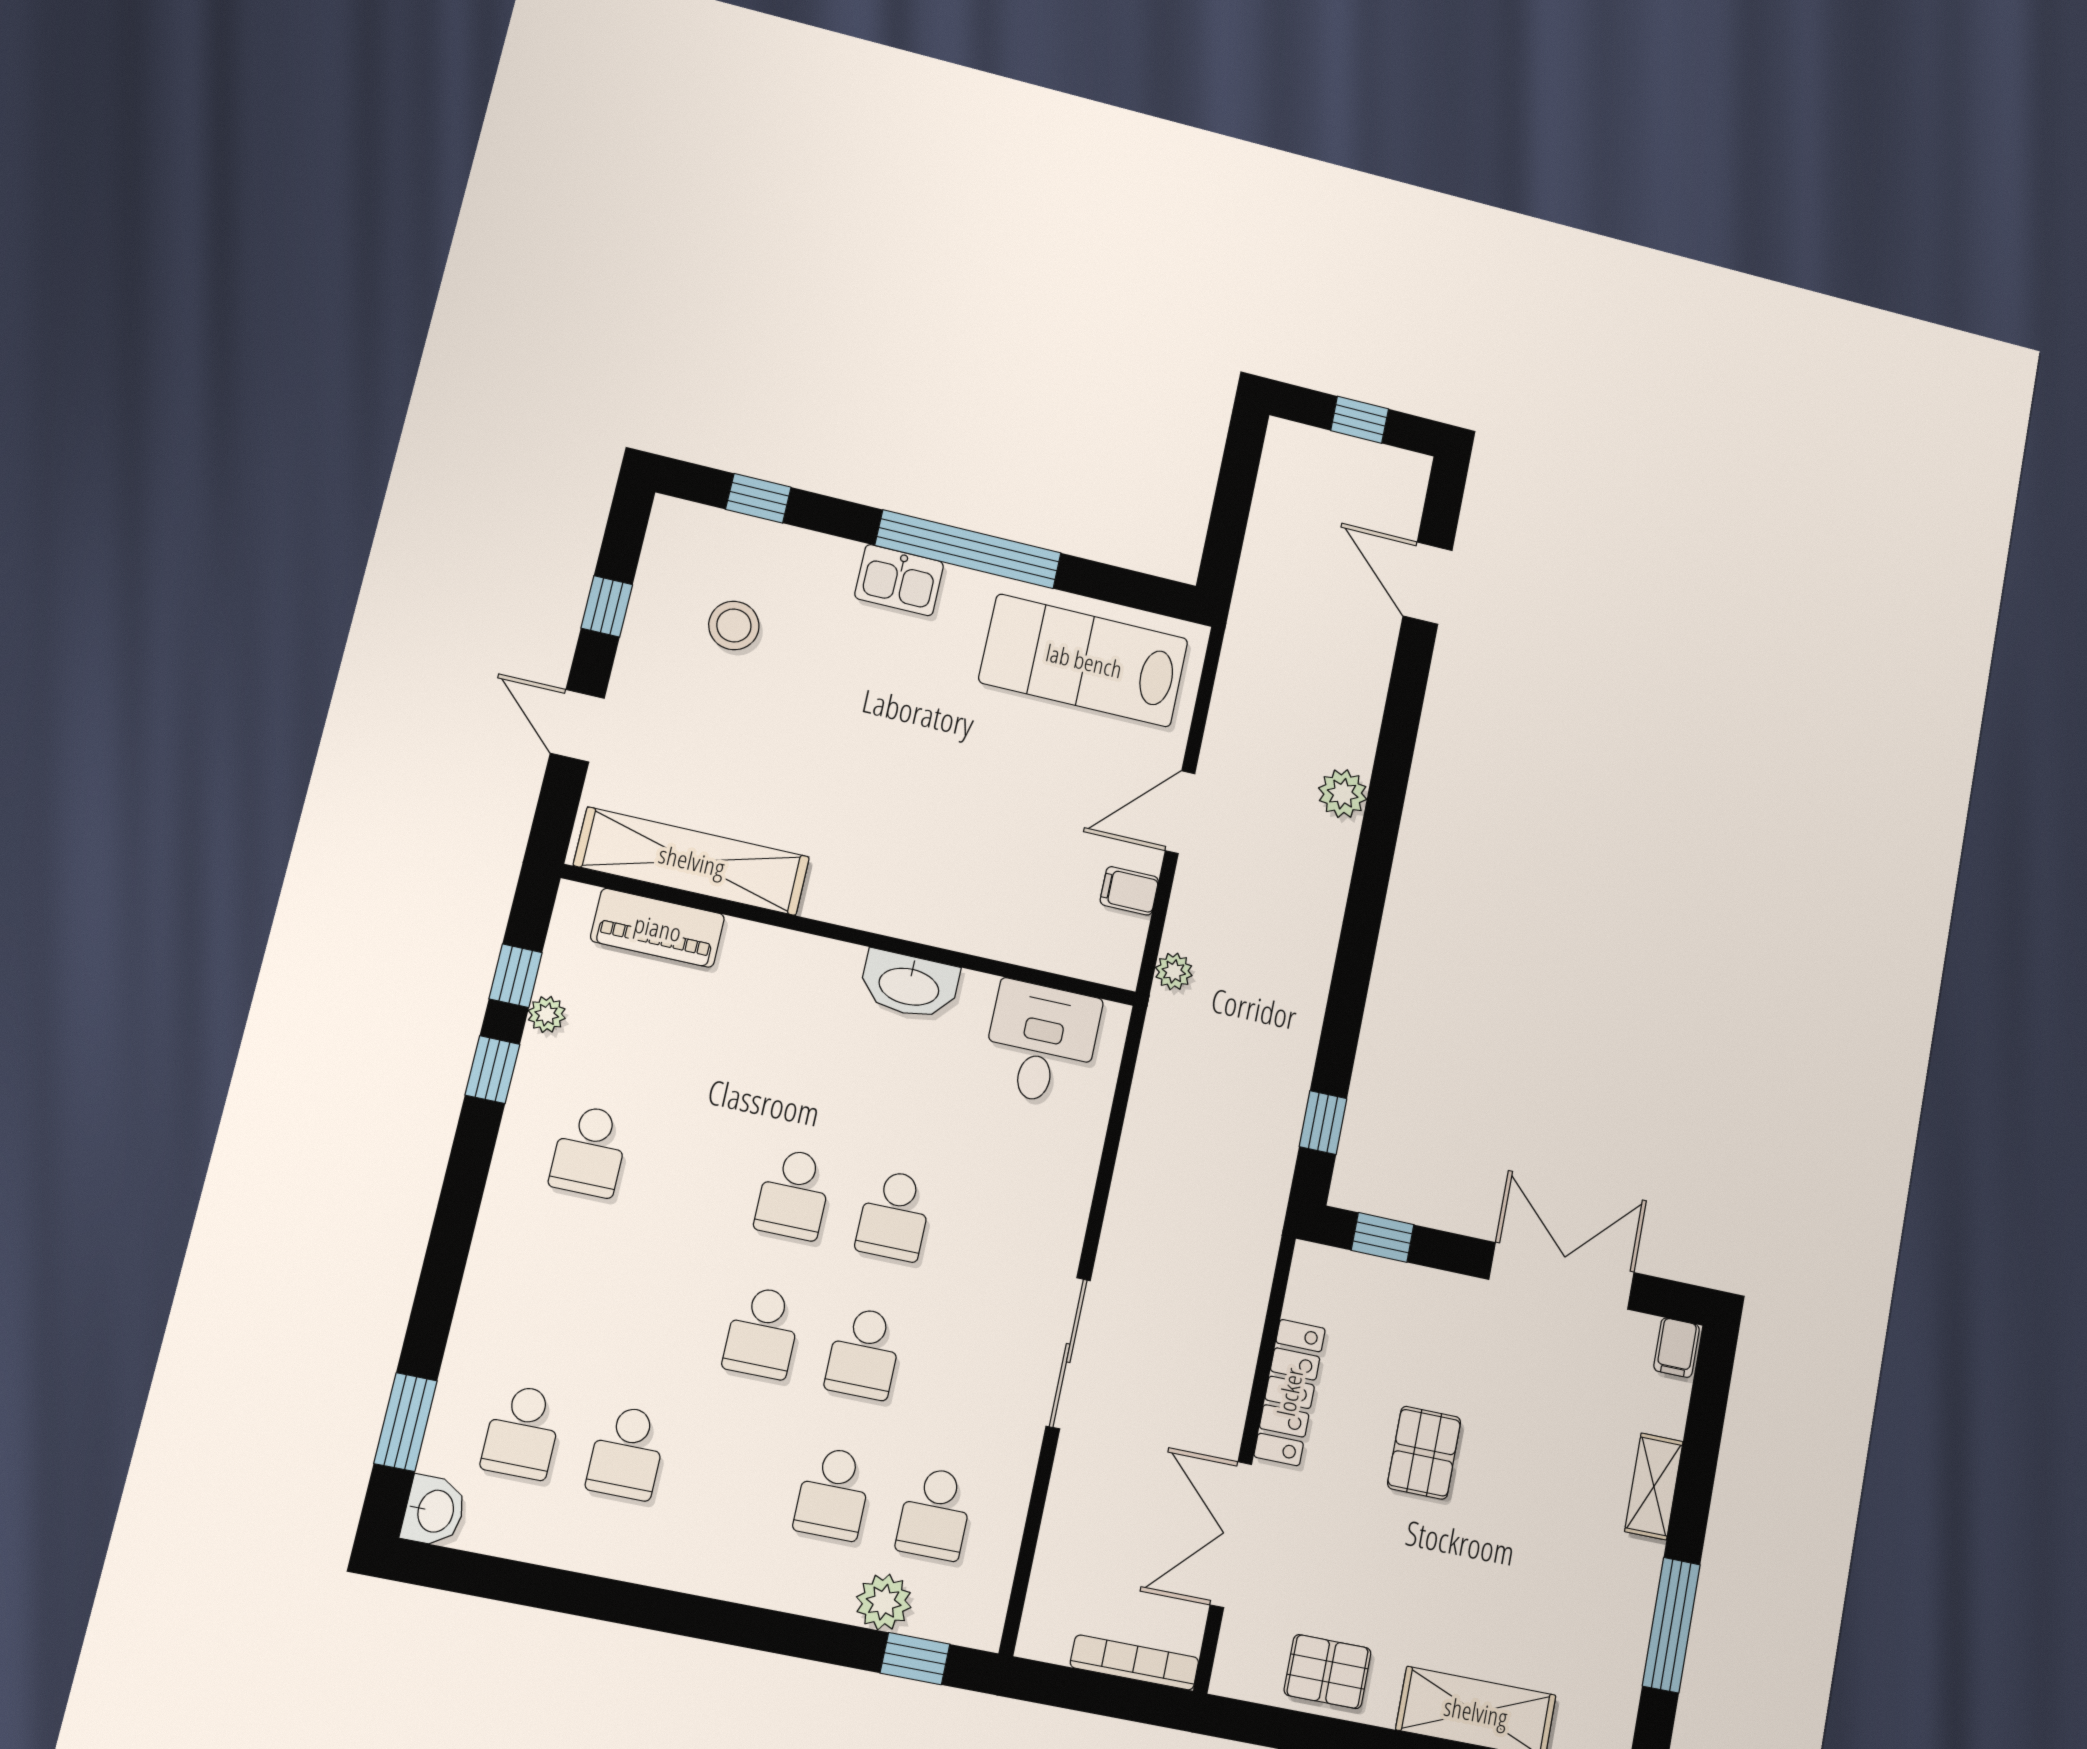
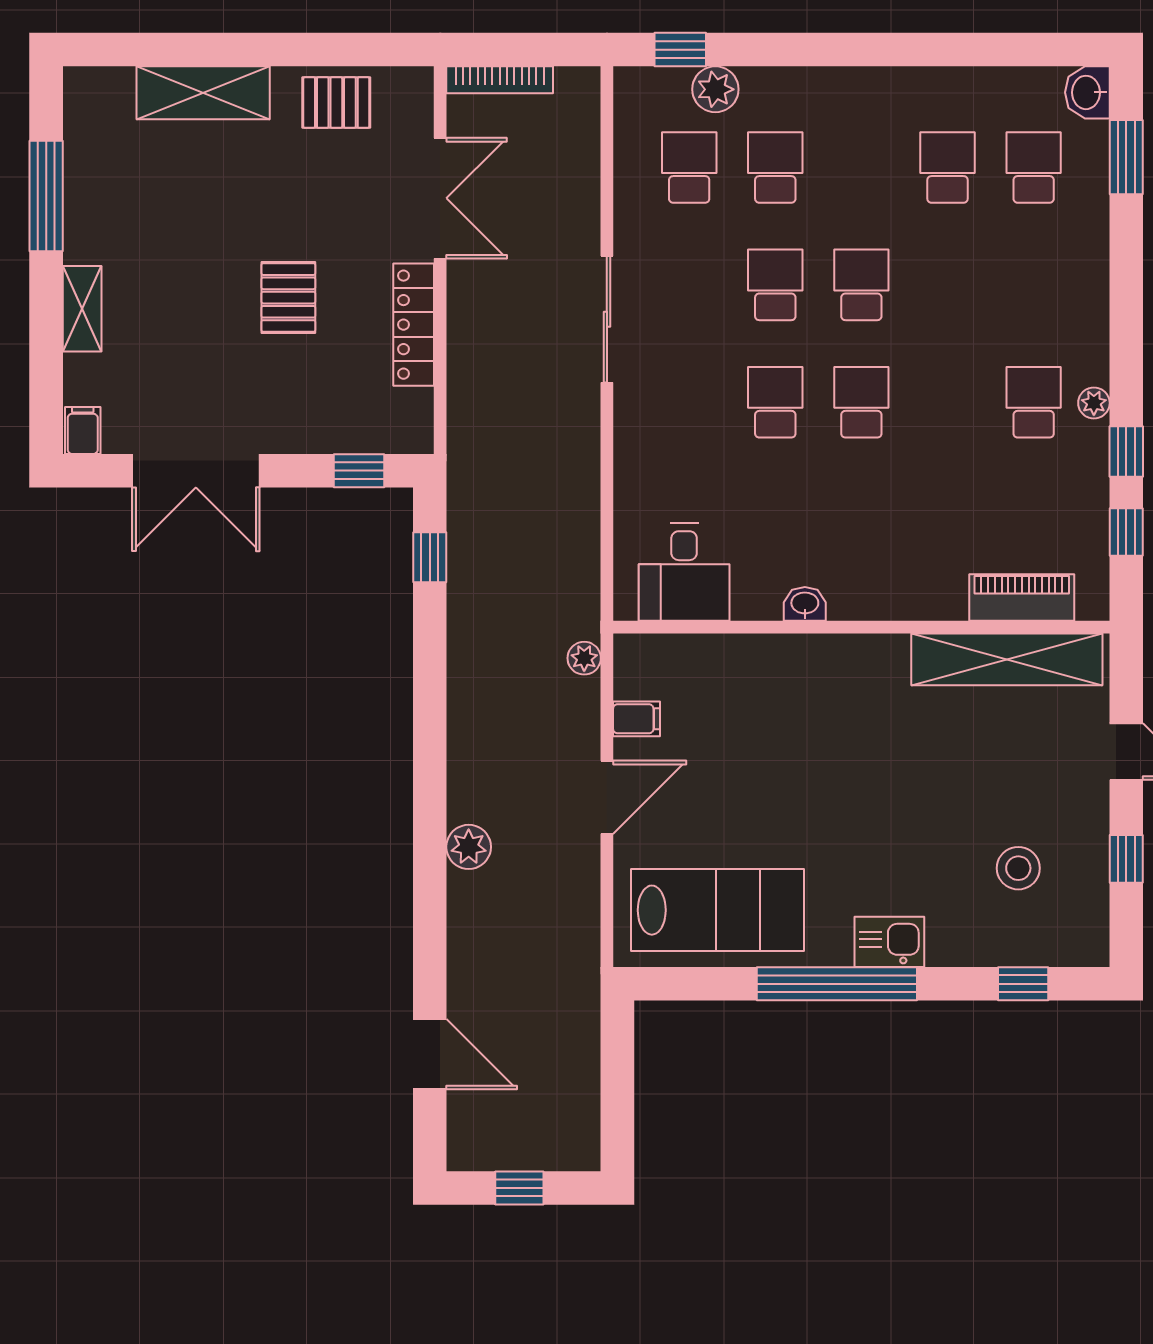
washbasin: (909, 985) -> (805, 604), width x0.52, depth x0.69
plant: (547, 1014) -> (1094, 403), moved

